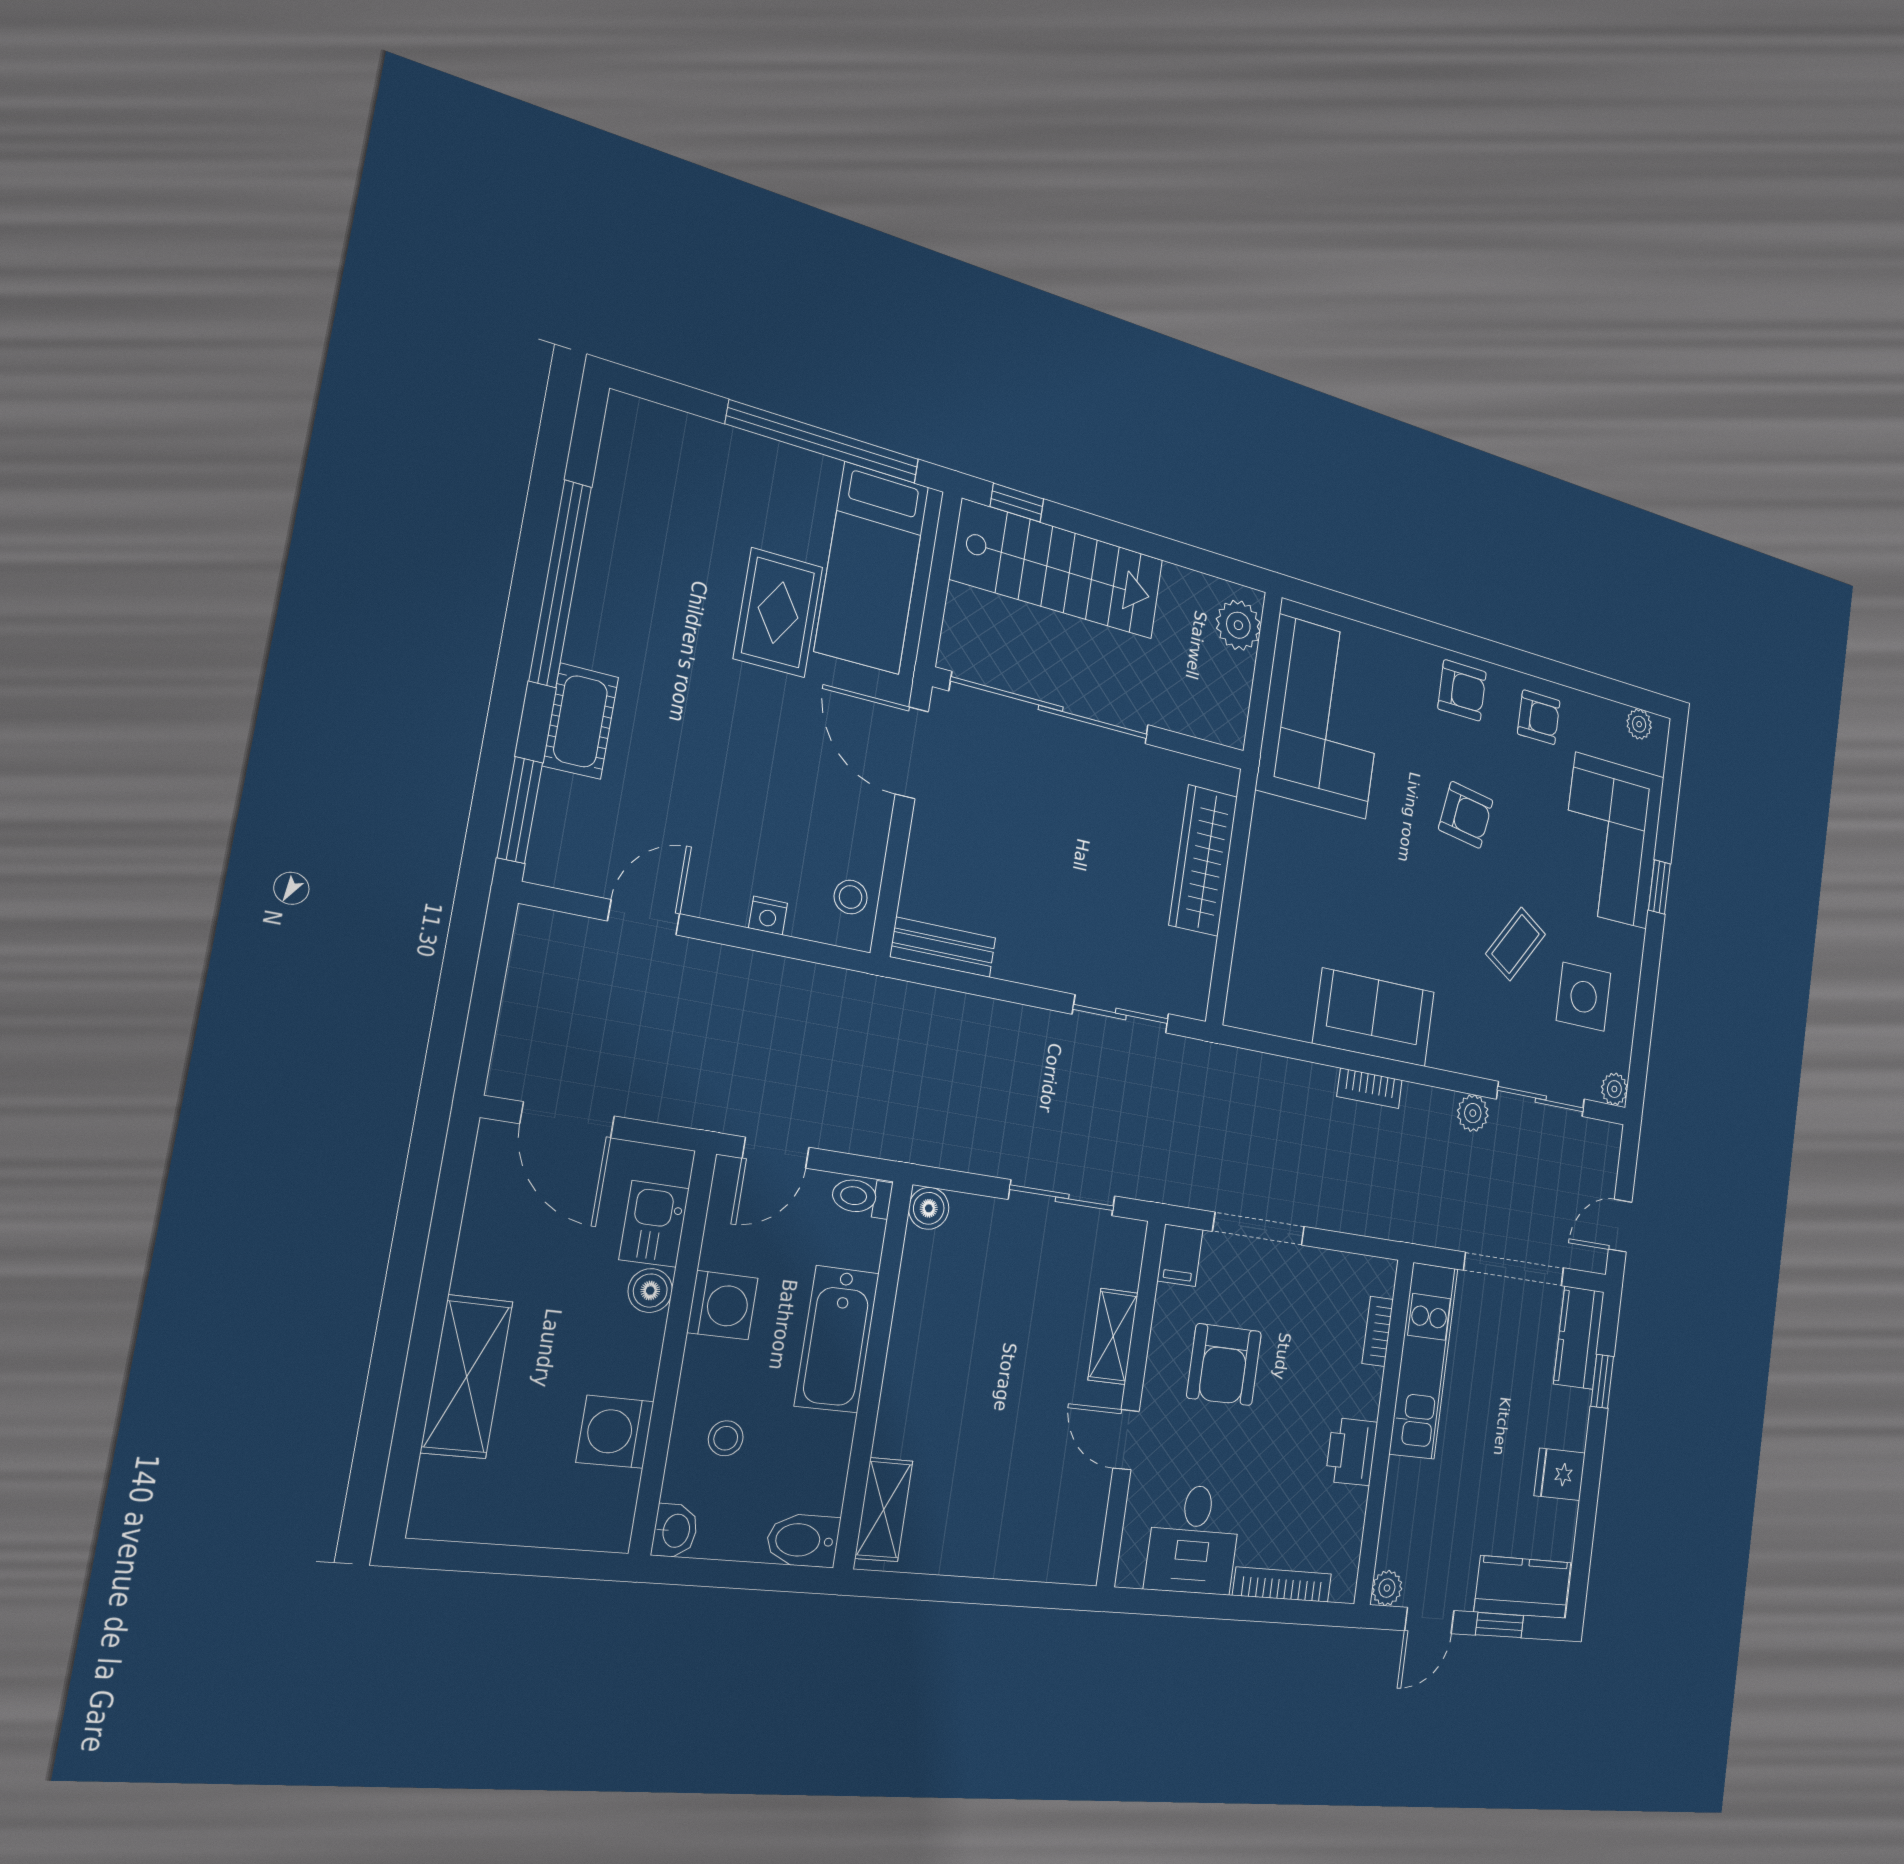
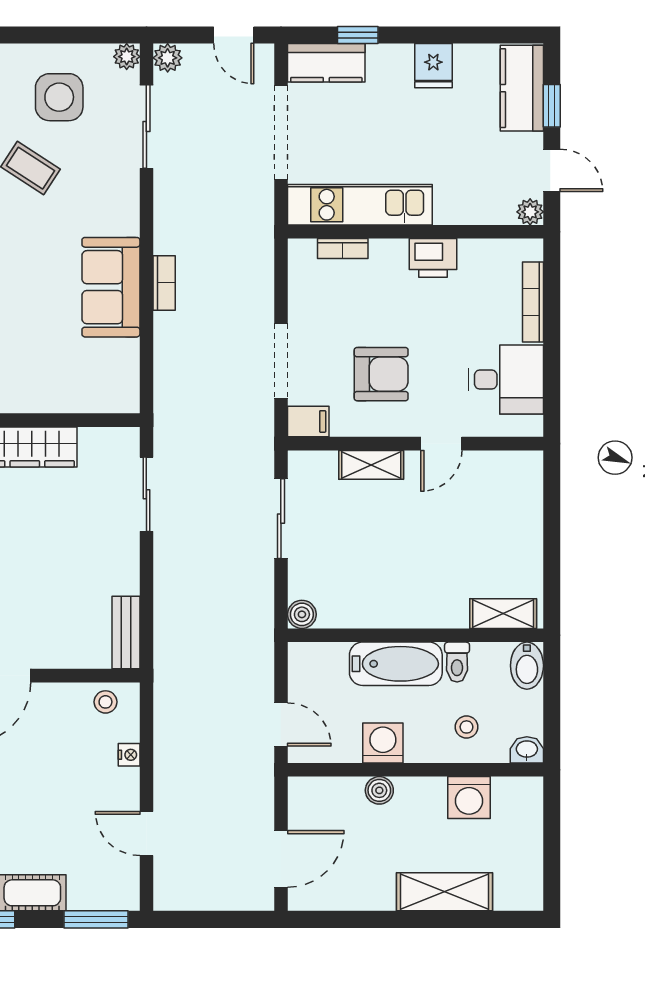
plant: (1473, 1113) -> (168, 58), moved
toilet: (862, 1197) -> (457, 662), moved
kitchen sink: (654, 1224) -> (337, 795), removed

